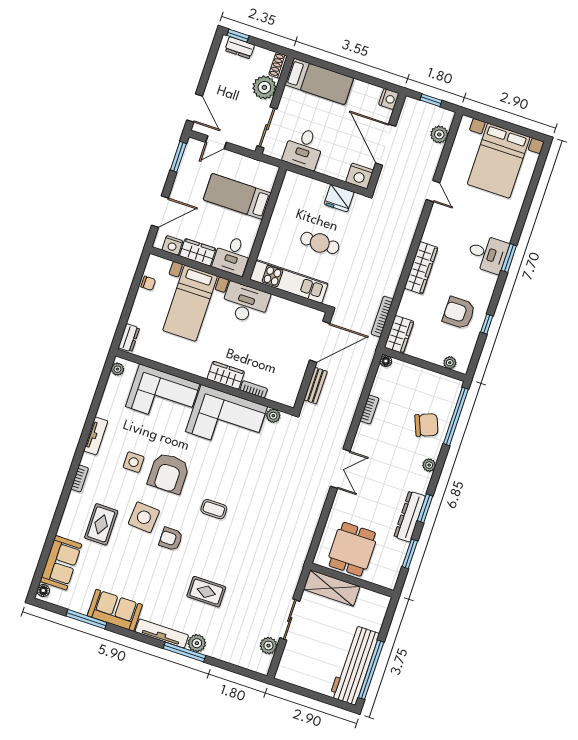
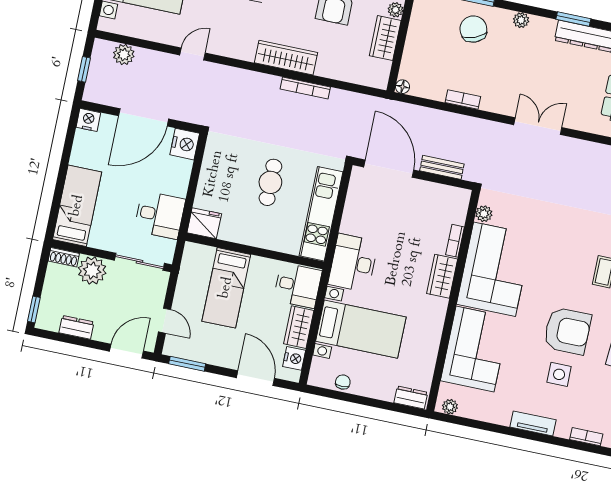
dresser: (240, 48) -> (76, 327), moved, turned -90
fridge: (339, 198) -> (204, 223), moved, turned -90
bookcase: (382, 317) -> (305, 88), moved
wardrobe: (399, 334) -> (385, 38), moved, turned -90

